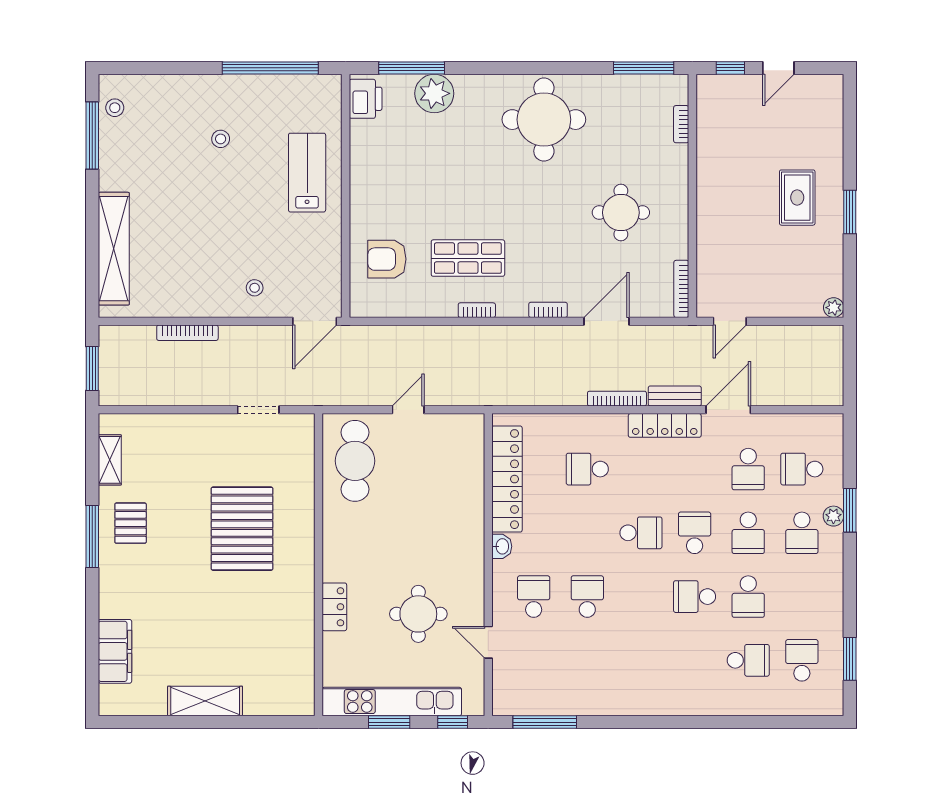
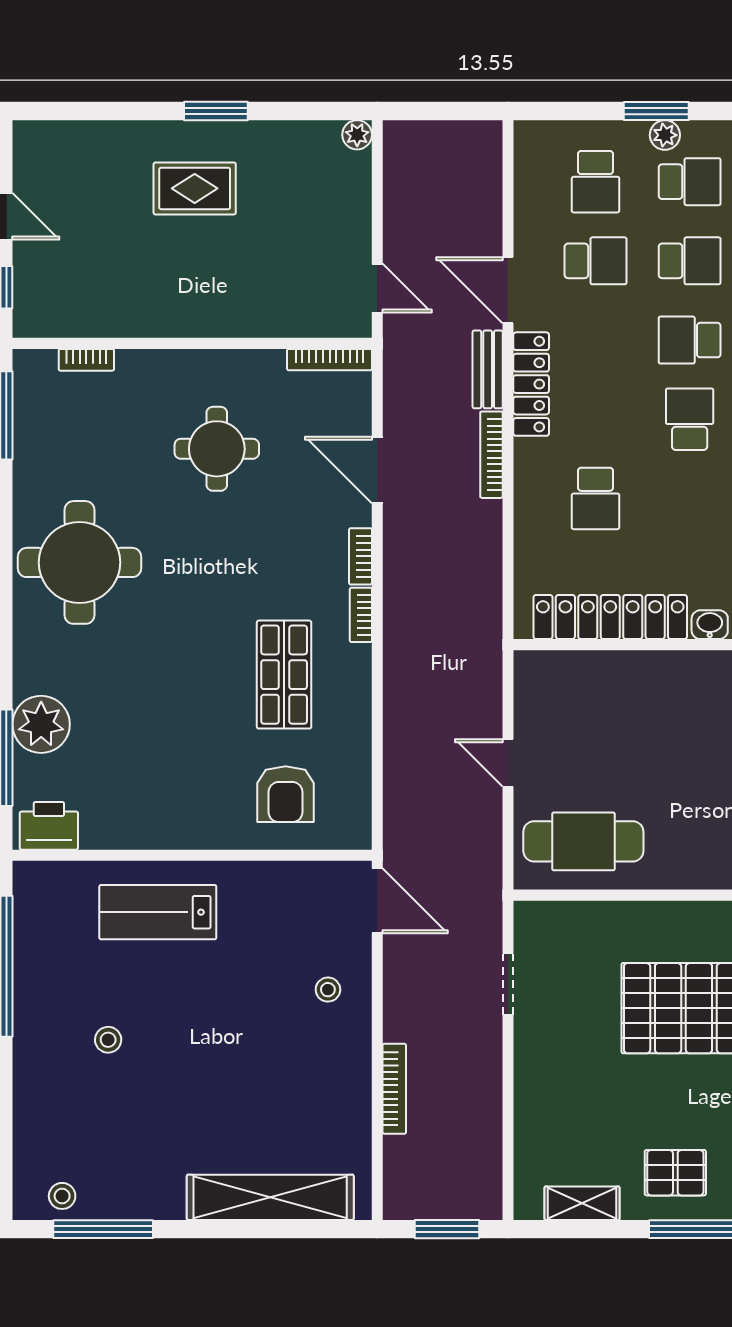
bookcase: (477, 310) -> (361, 615), moved

